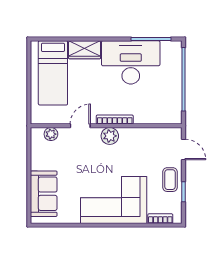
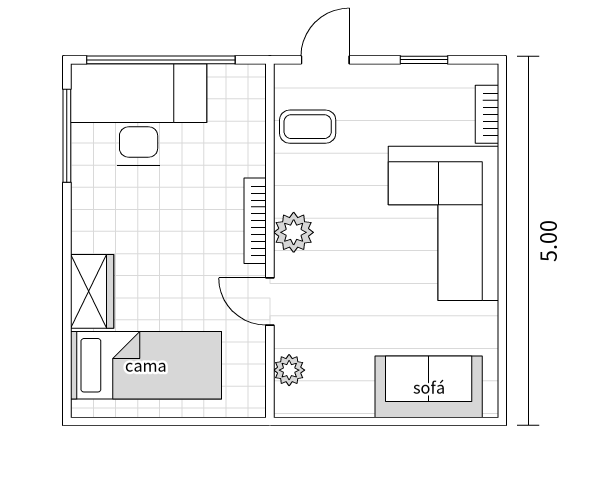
desk: (131, 62) -> (139, 115), moved, turned 90
coffee table: (170, 180) -> (308, 127), moved

